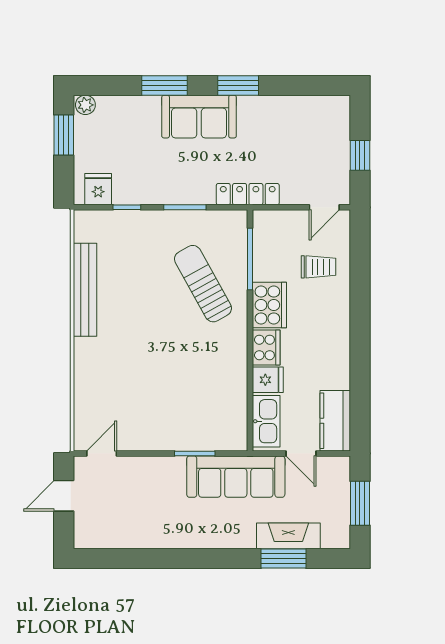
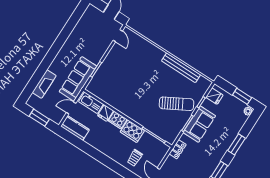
sofa: (199, 117) -> (199, 124), moved, turned 180
locker: (248, 194) -> (178, 149), width x0.66
sun lounger: (203, 284) -> (176, 104), moved
window: (283, 559) -> (37, 77), removed

